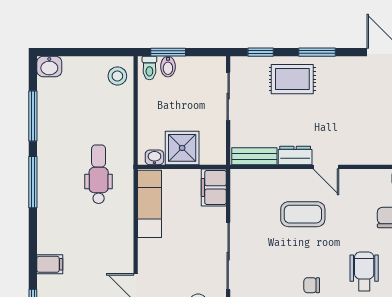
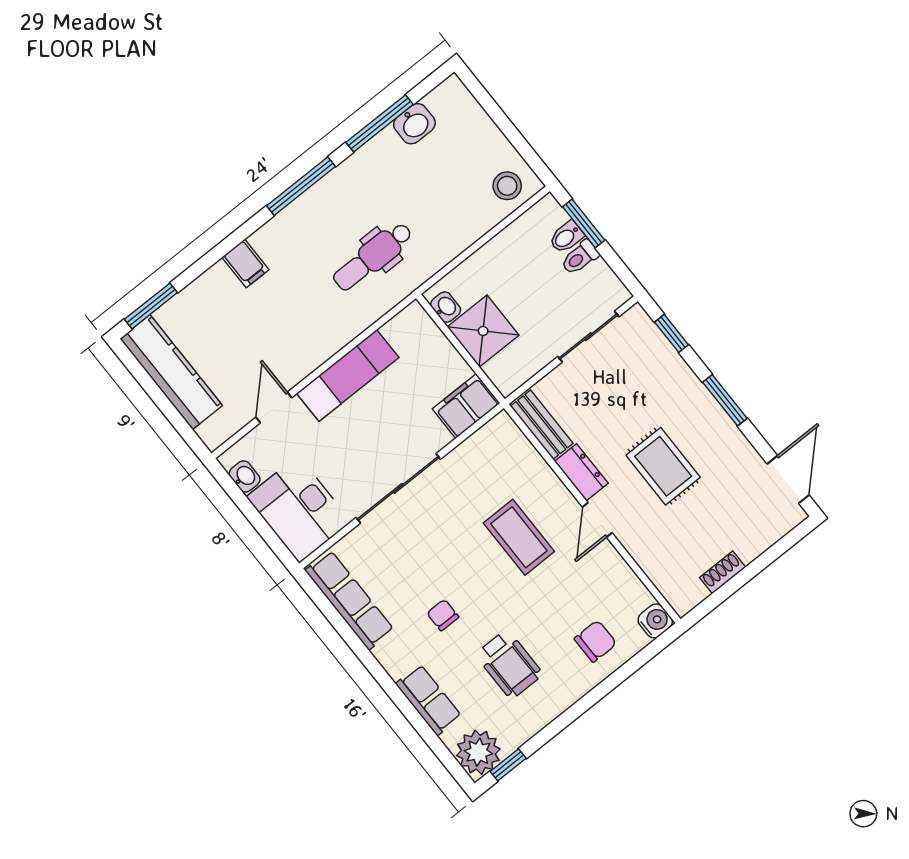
washbasin: (49, 67) -> (414, 124), moved, turned -90
toilet: (149, 68) -> (580, 257), moved
rug: (292, 79) -> (663, 466), moved
dental chair: (99, 174) -> (373, 257), turned 180
exam couch: (149, 204) -> (348, 375), moved
filing cabinet: (50, 264) -> (245, 263), moved
wheelchair: (364, 271) -> (509, 664), turned 90

